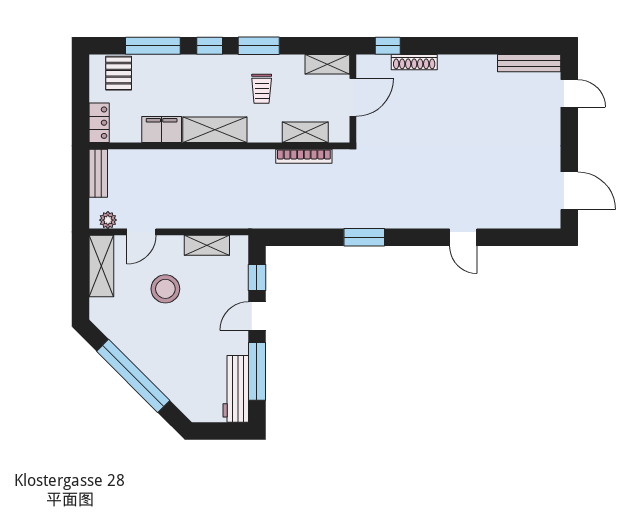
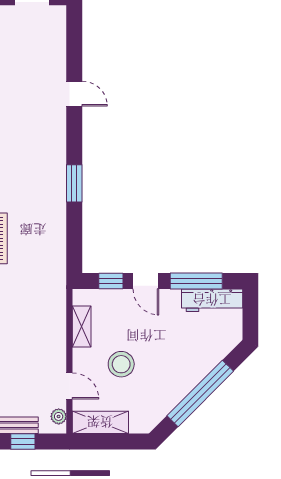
window: (80, 181) -> (23, 441), added
door: (463, 237) -> (74, 94), hinge flipped

